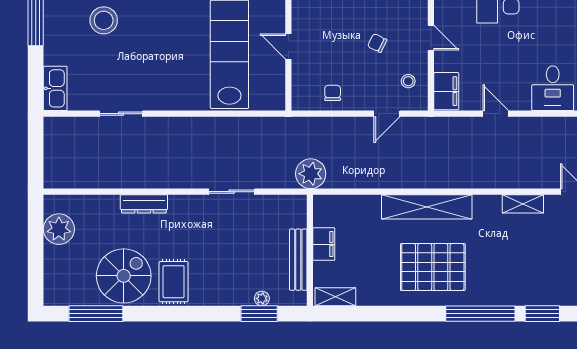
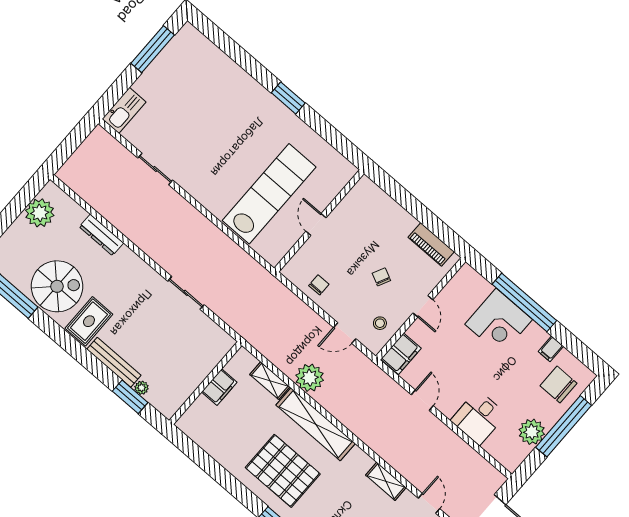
stool: (104, 20) -> (200, 92), removed
plant: (311, 174) -> (310, 378), moved
dresser: (144, 204) -> (101, 235), moved
bench: (298, 260) -> (114, 362), moved, turned 90
shelving: (335, 297) -> (270, 381), moved

